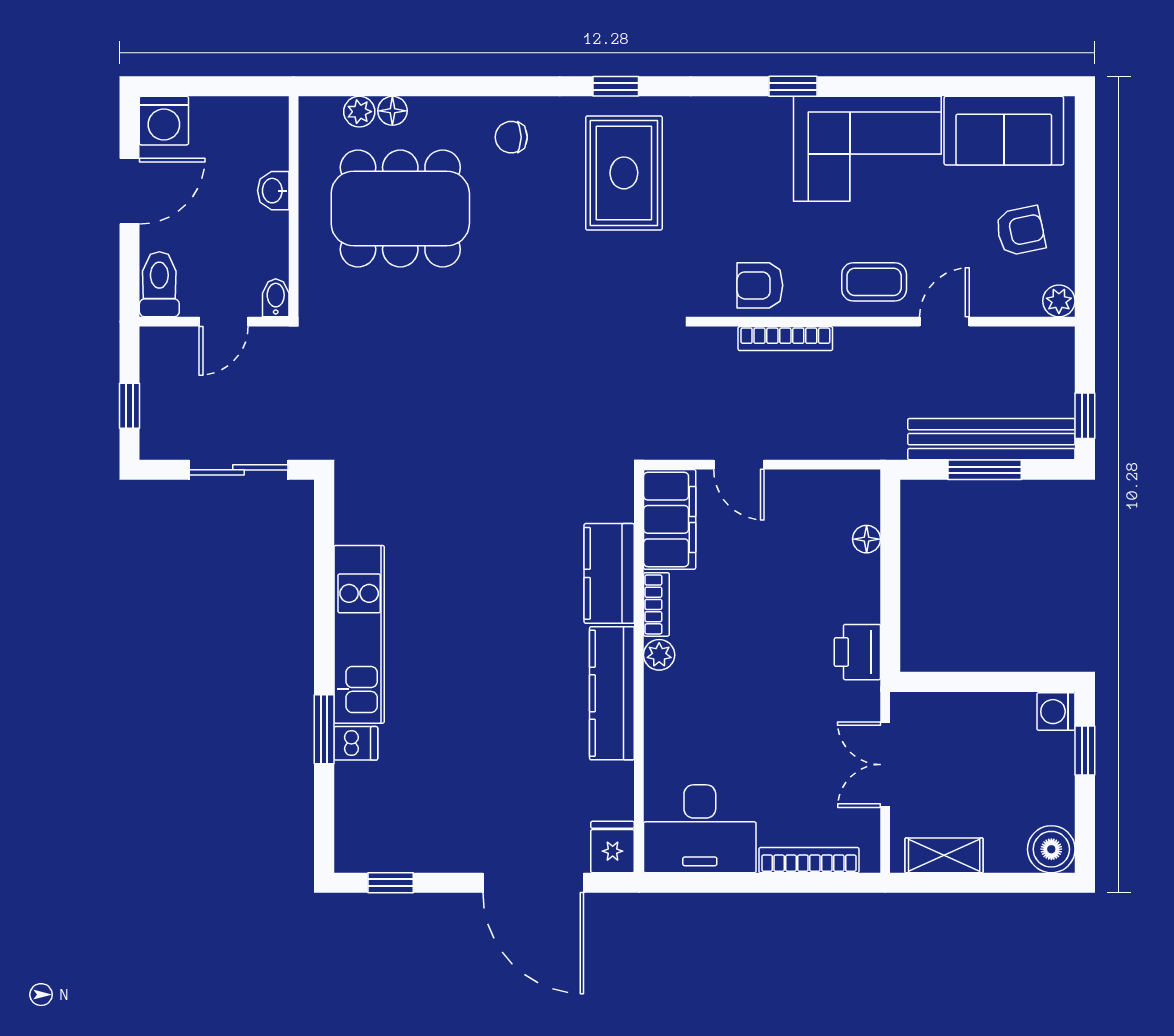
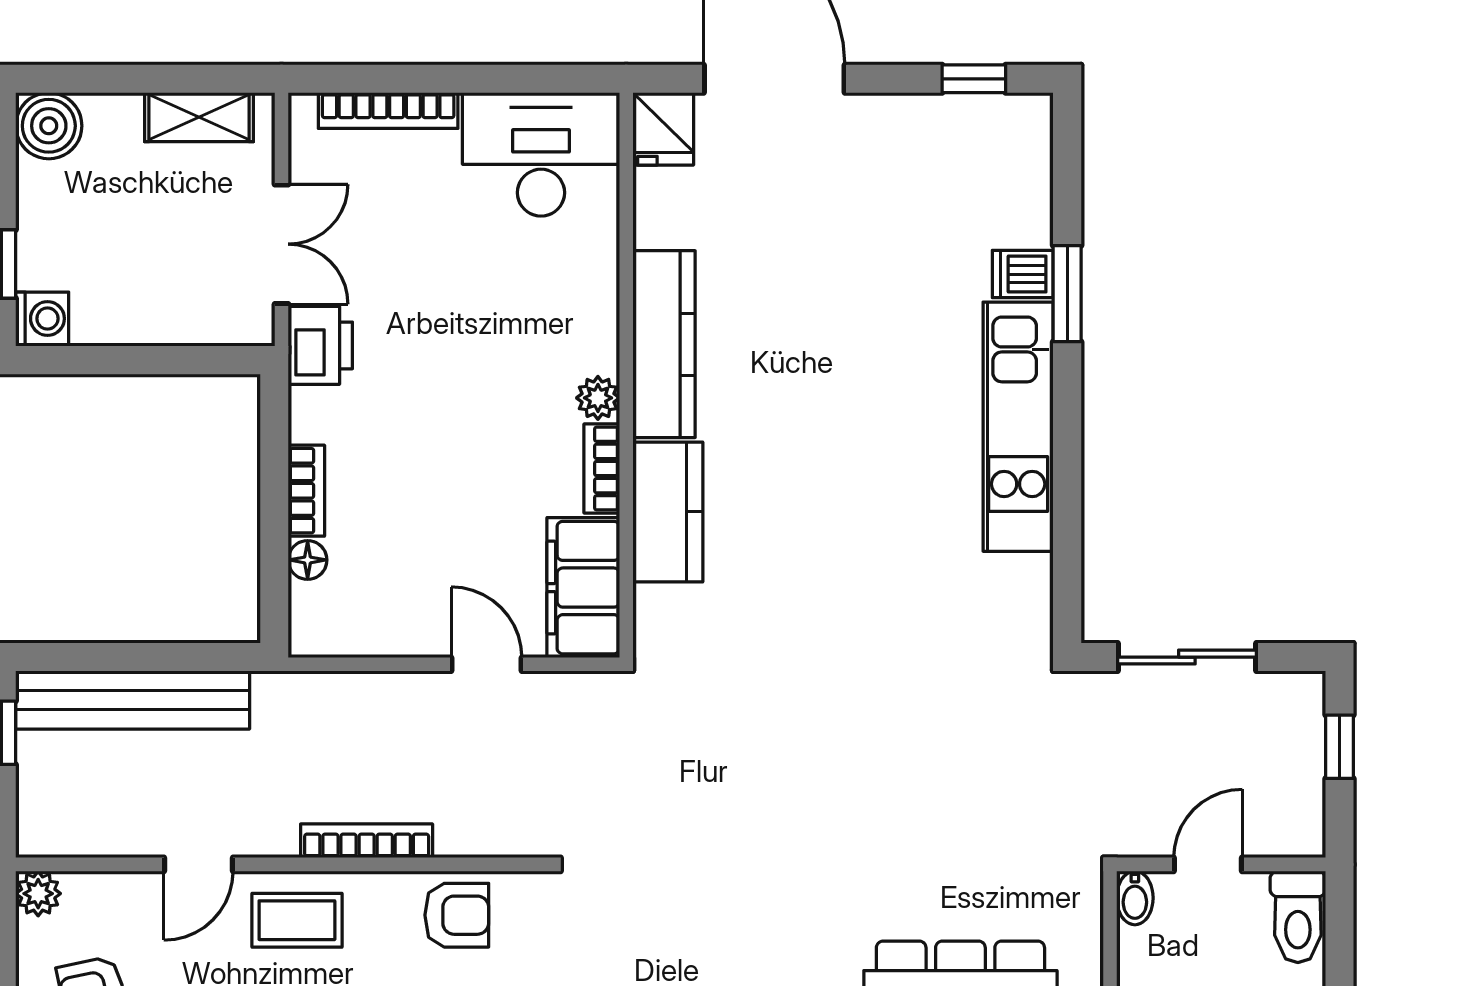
bookcase: (785, 339) -> (367, 841), moved
window: (985, 470) -> (142, 657), removed
bookcase: (867, 589) -> (306, 491), added
printer: (857, 652) -> (320, 345), moved

